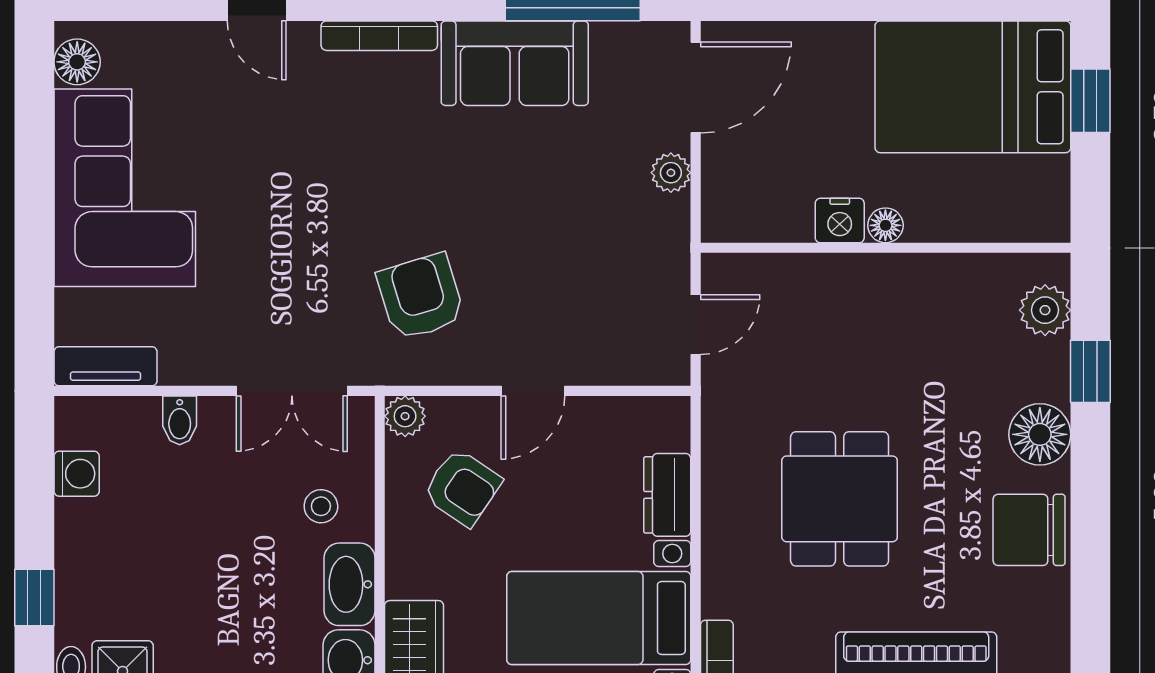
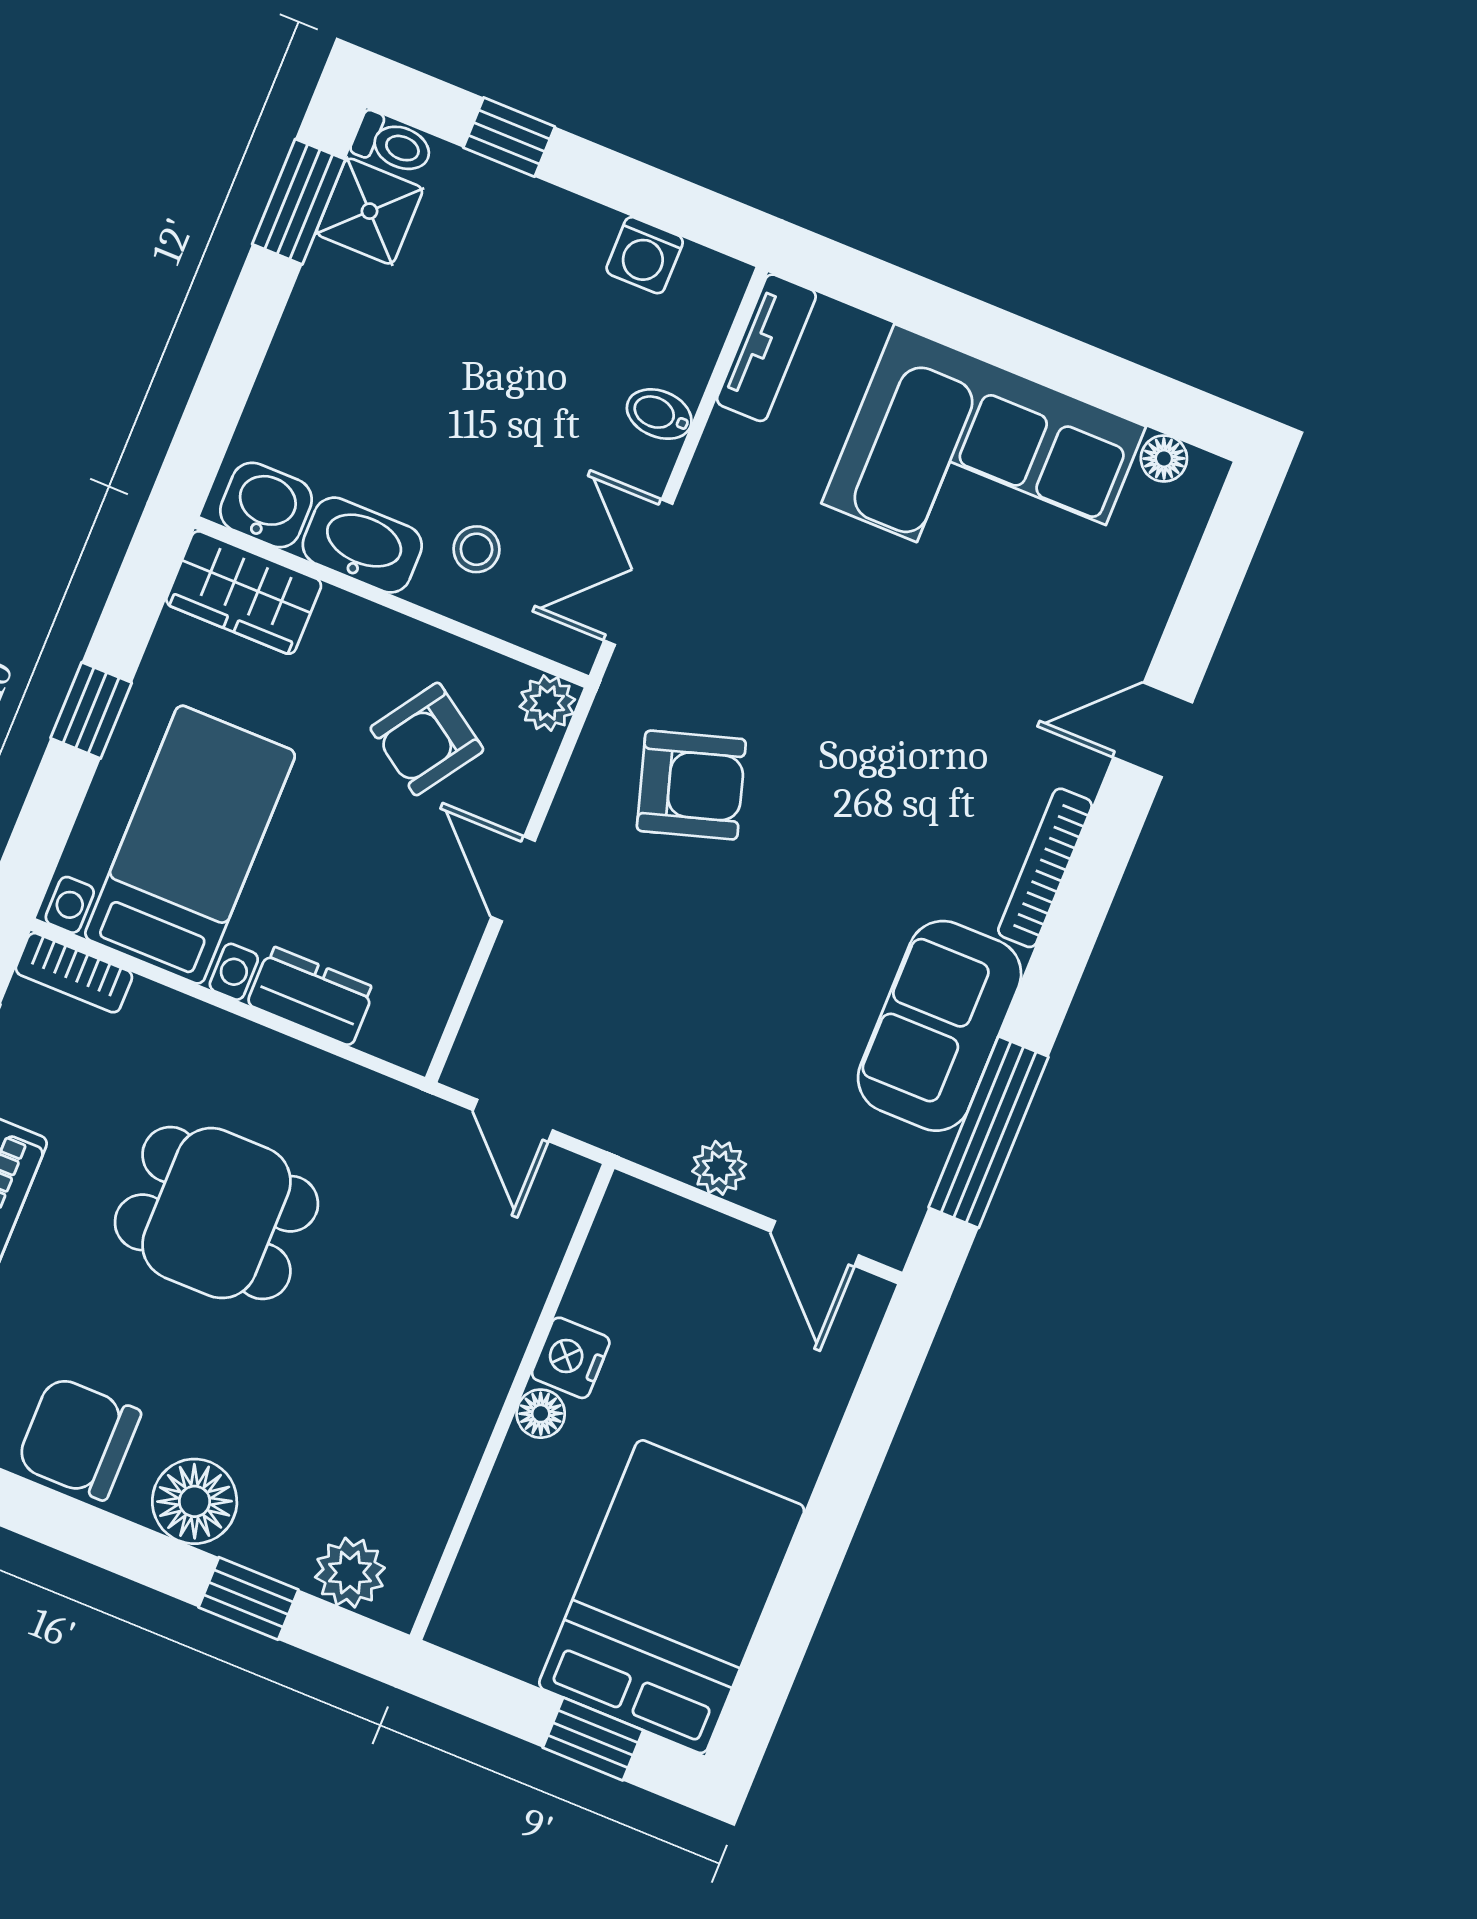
floor lamp: (77, 62) -> (1164, 458), width x0.73, depth x0.73
door: (696, 87) -> (815, 1243), width x0.73
chair: (1029, 530) -> (79, 1438), turned -90

